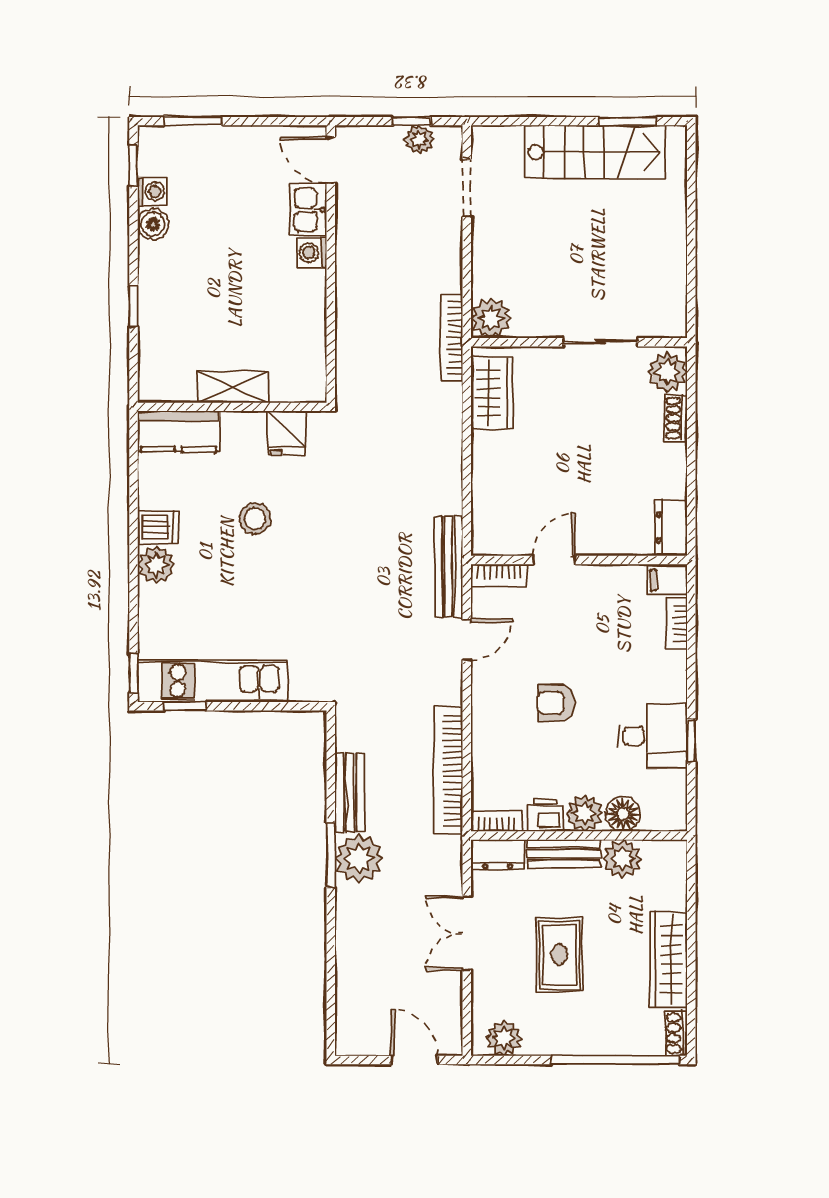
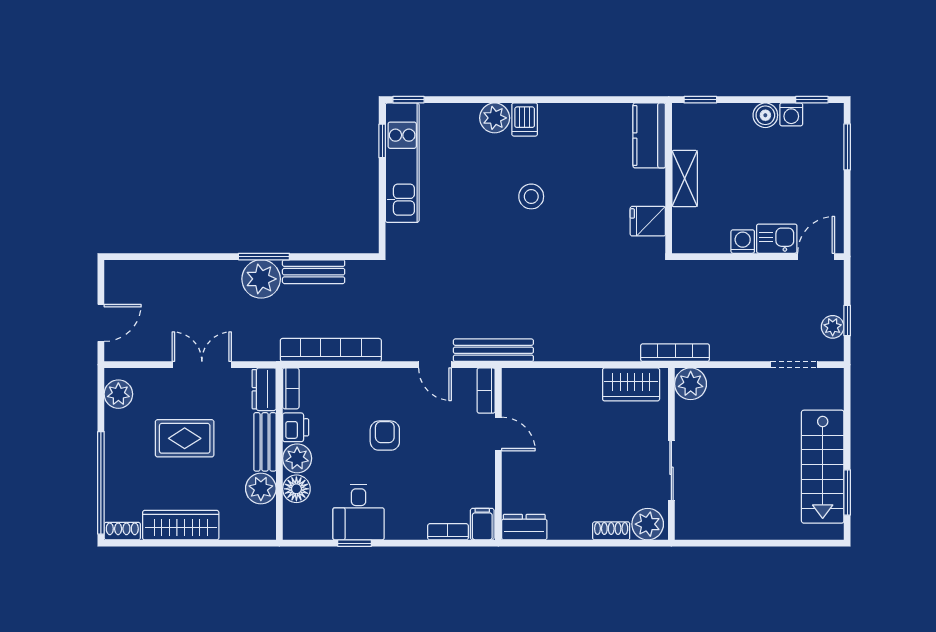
shelving: (233, 387) -> (685, 179), moved
wall: (232, 407) -> (669, 178), moved
kitchen counter: (178, 431) -> (649, 135), moved
fridge: (286, 433) -> (648, 221), moved

